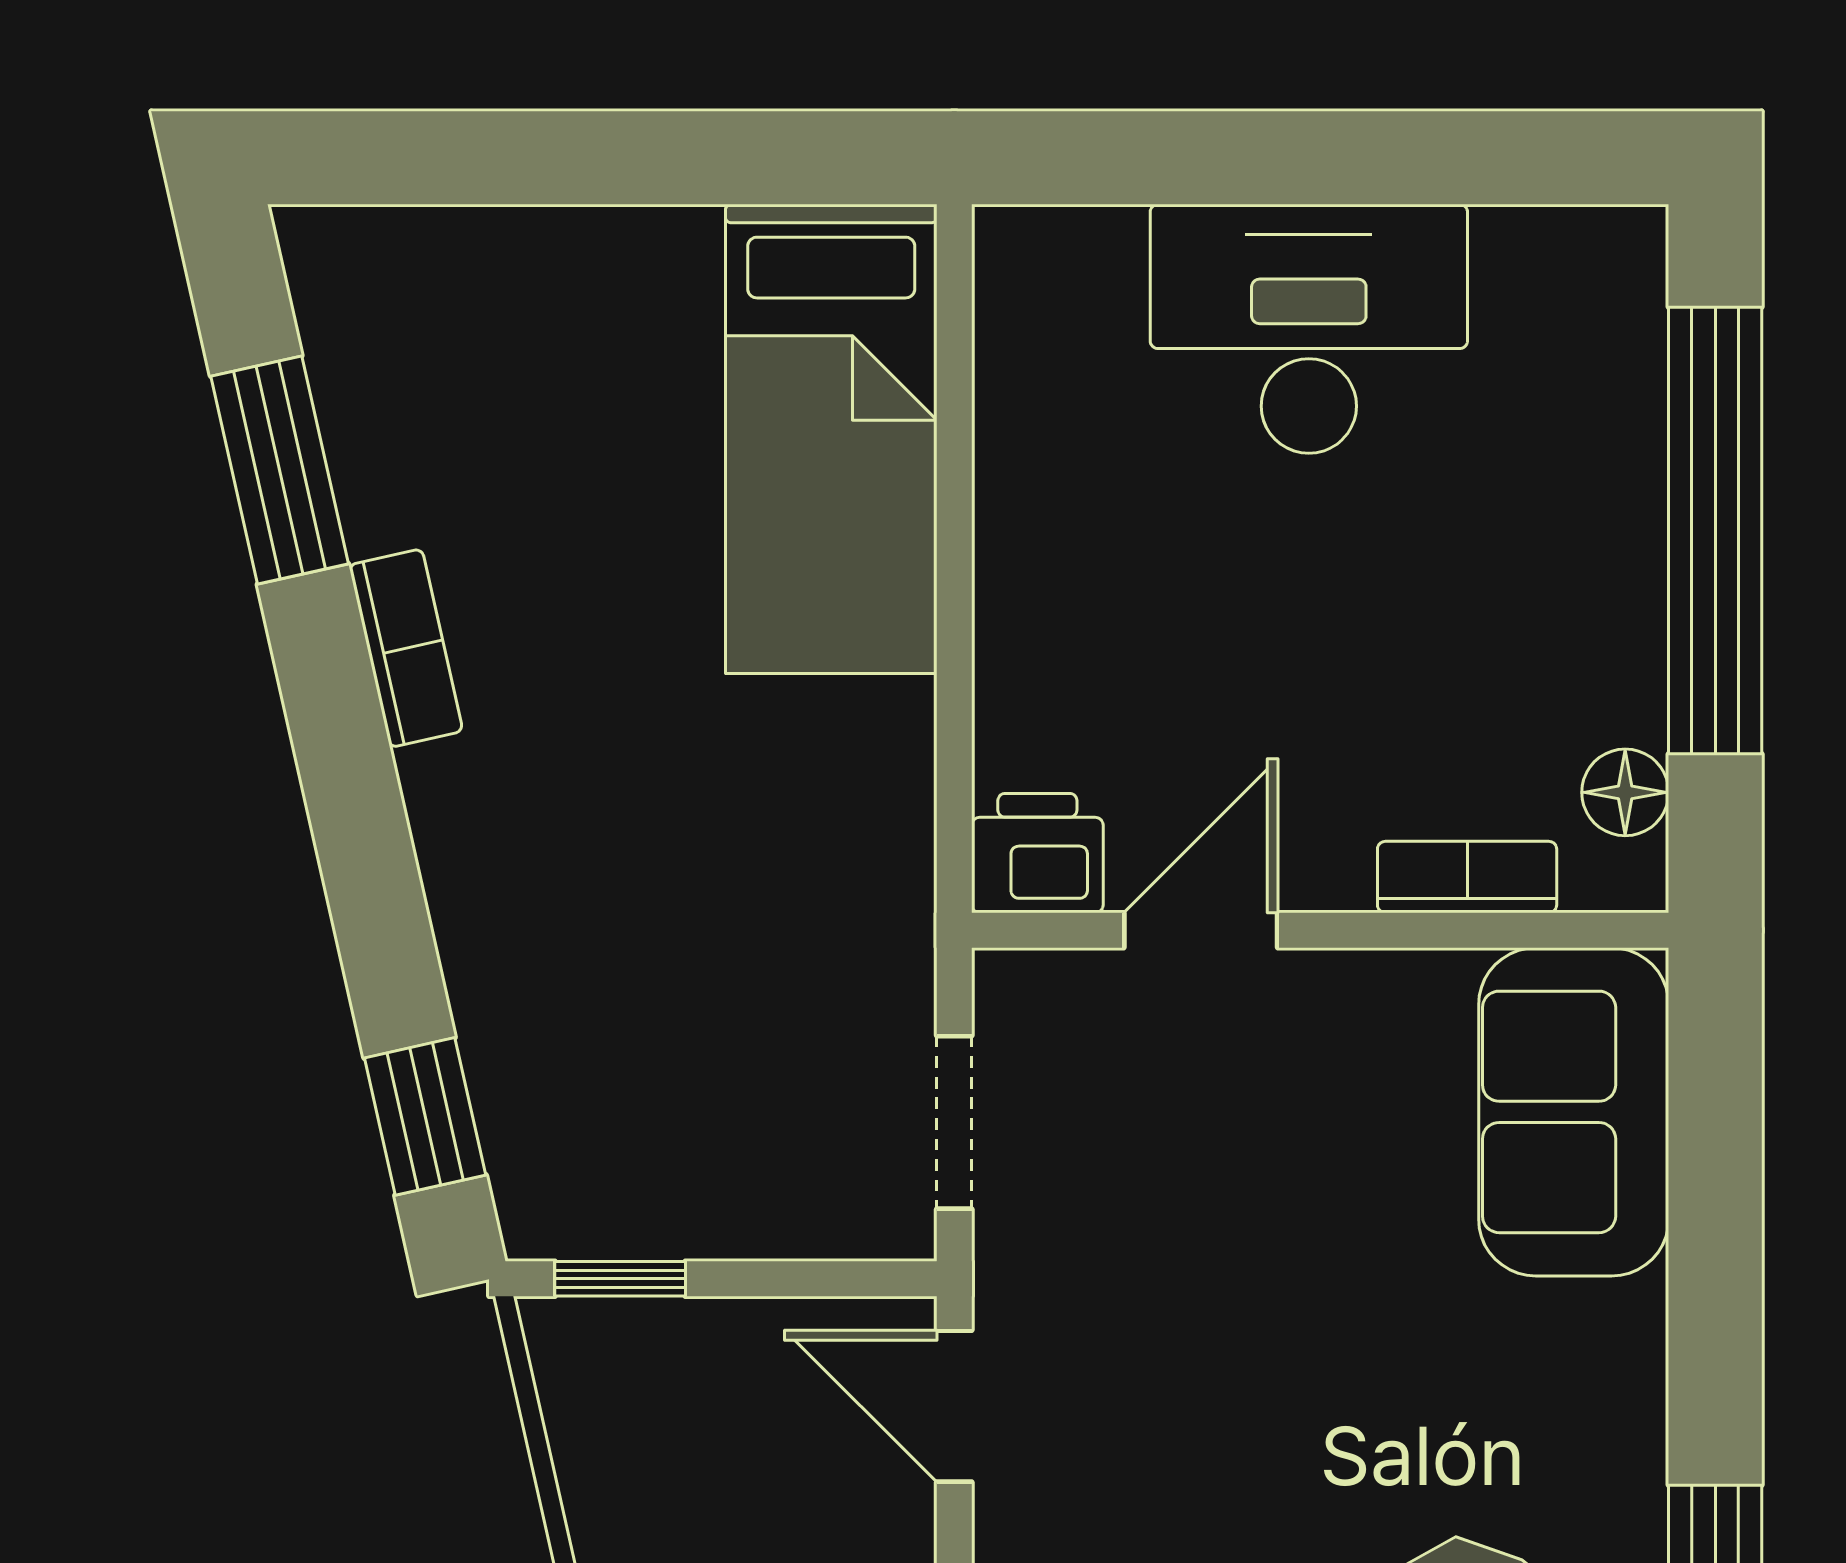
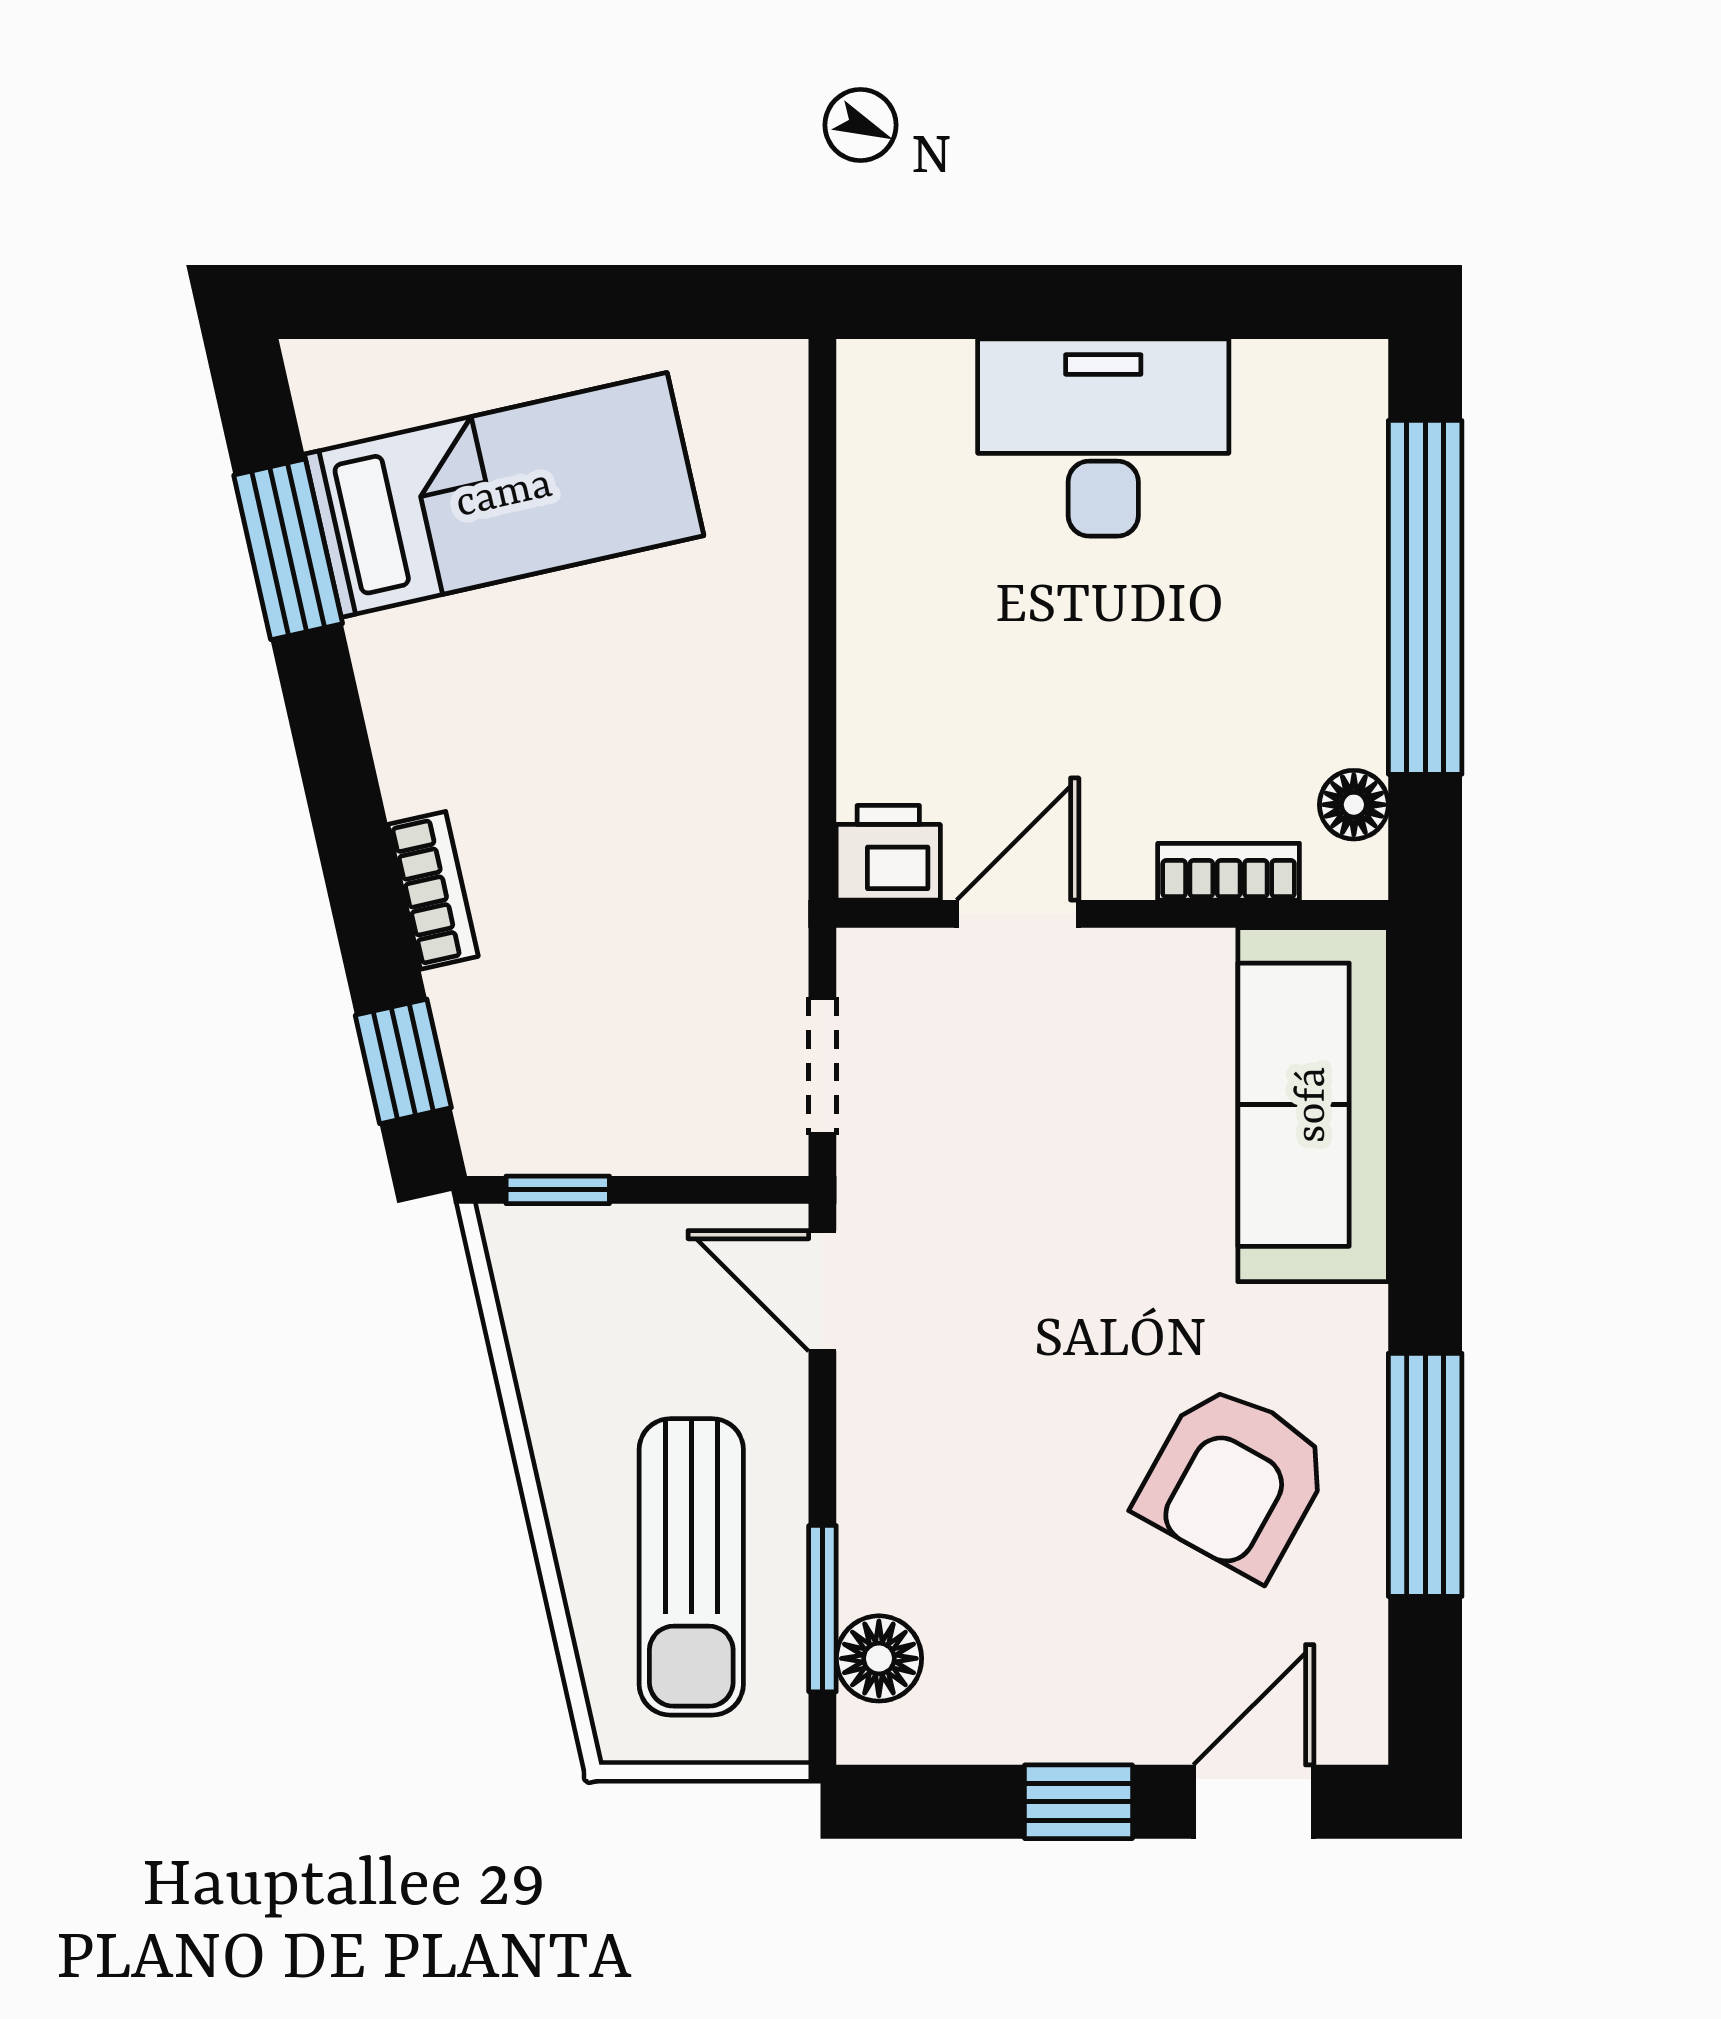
bed: (831, 439) -> (504, 495), moved, turned -103
bookcase: (406, 648) -> (433, 890), moved
sofa: (1574, 1112) -> (1313, 1105), width x1.36

